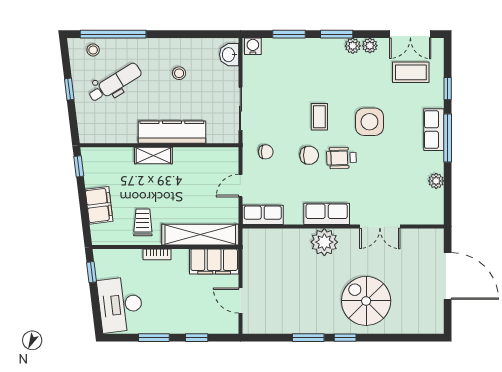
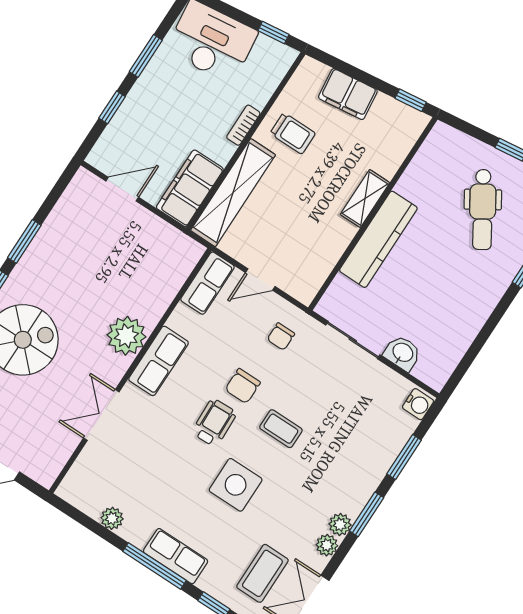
washbasin: (229, 55) -> (402, 353), moved
stool: (179, 73) -> (444, 294), removed
door: (240, 186) -> (260, 279), swing flipped

